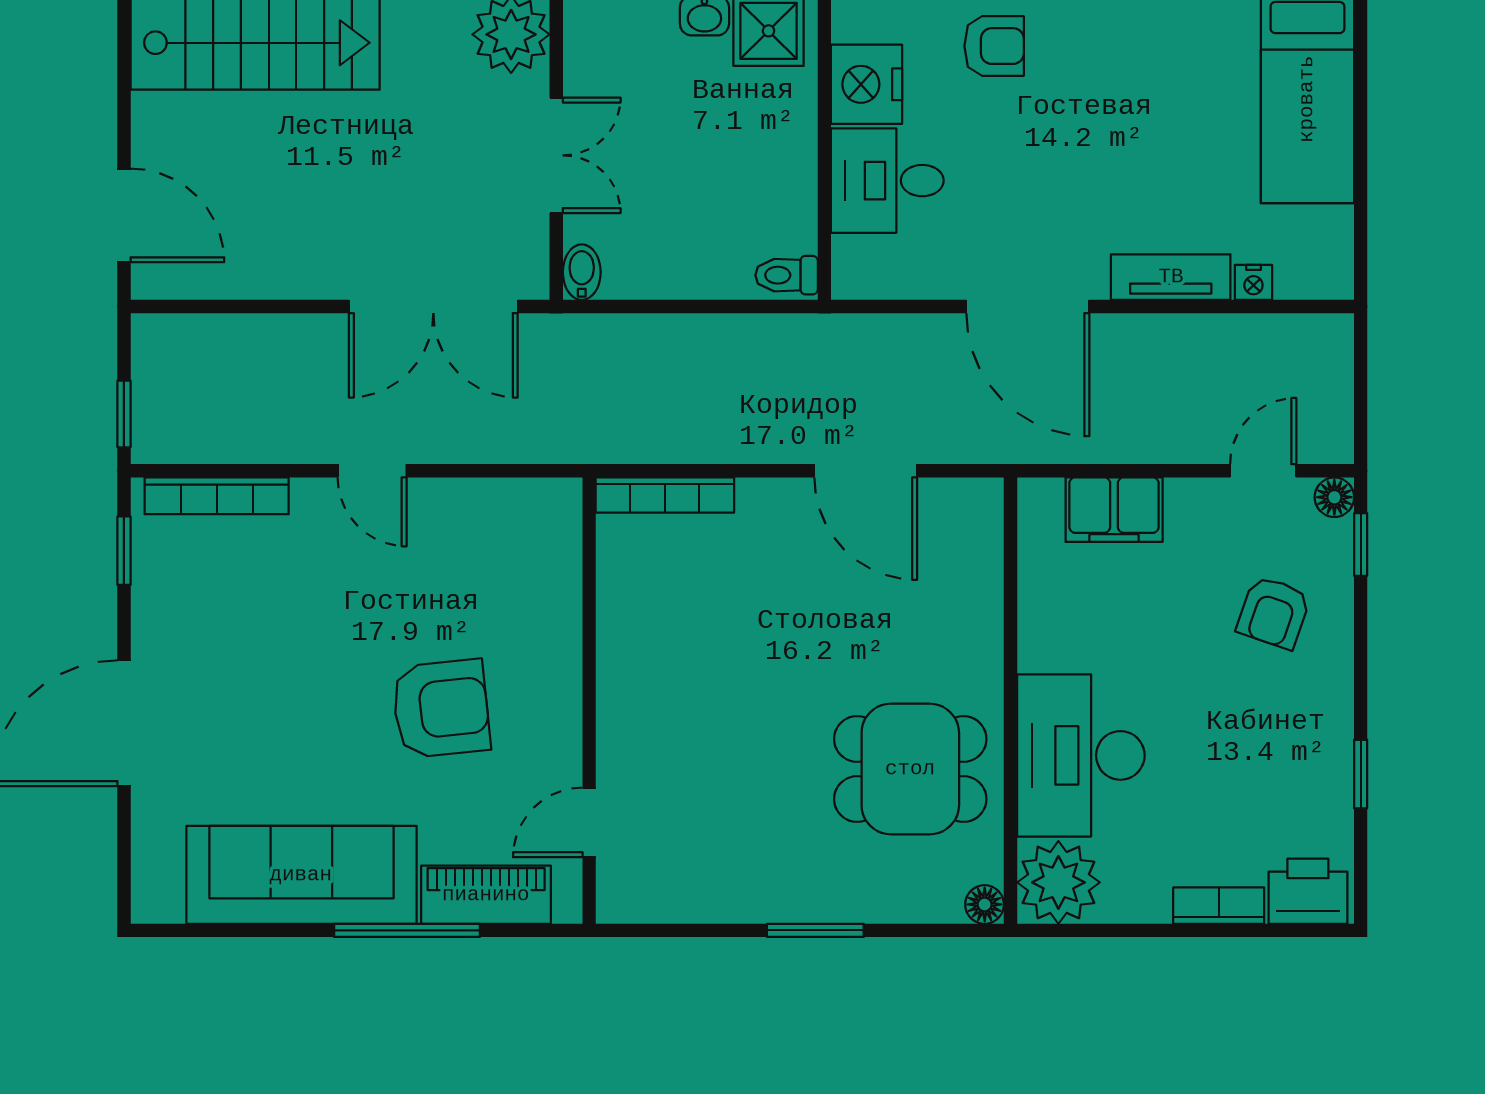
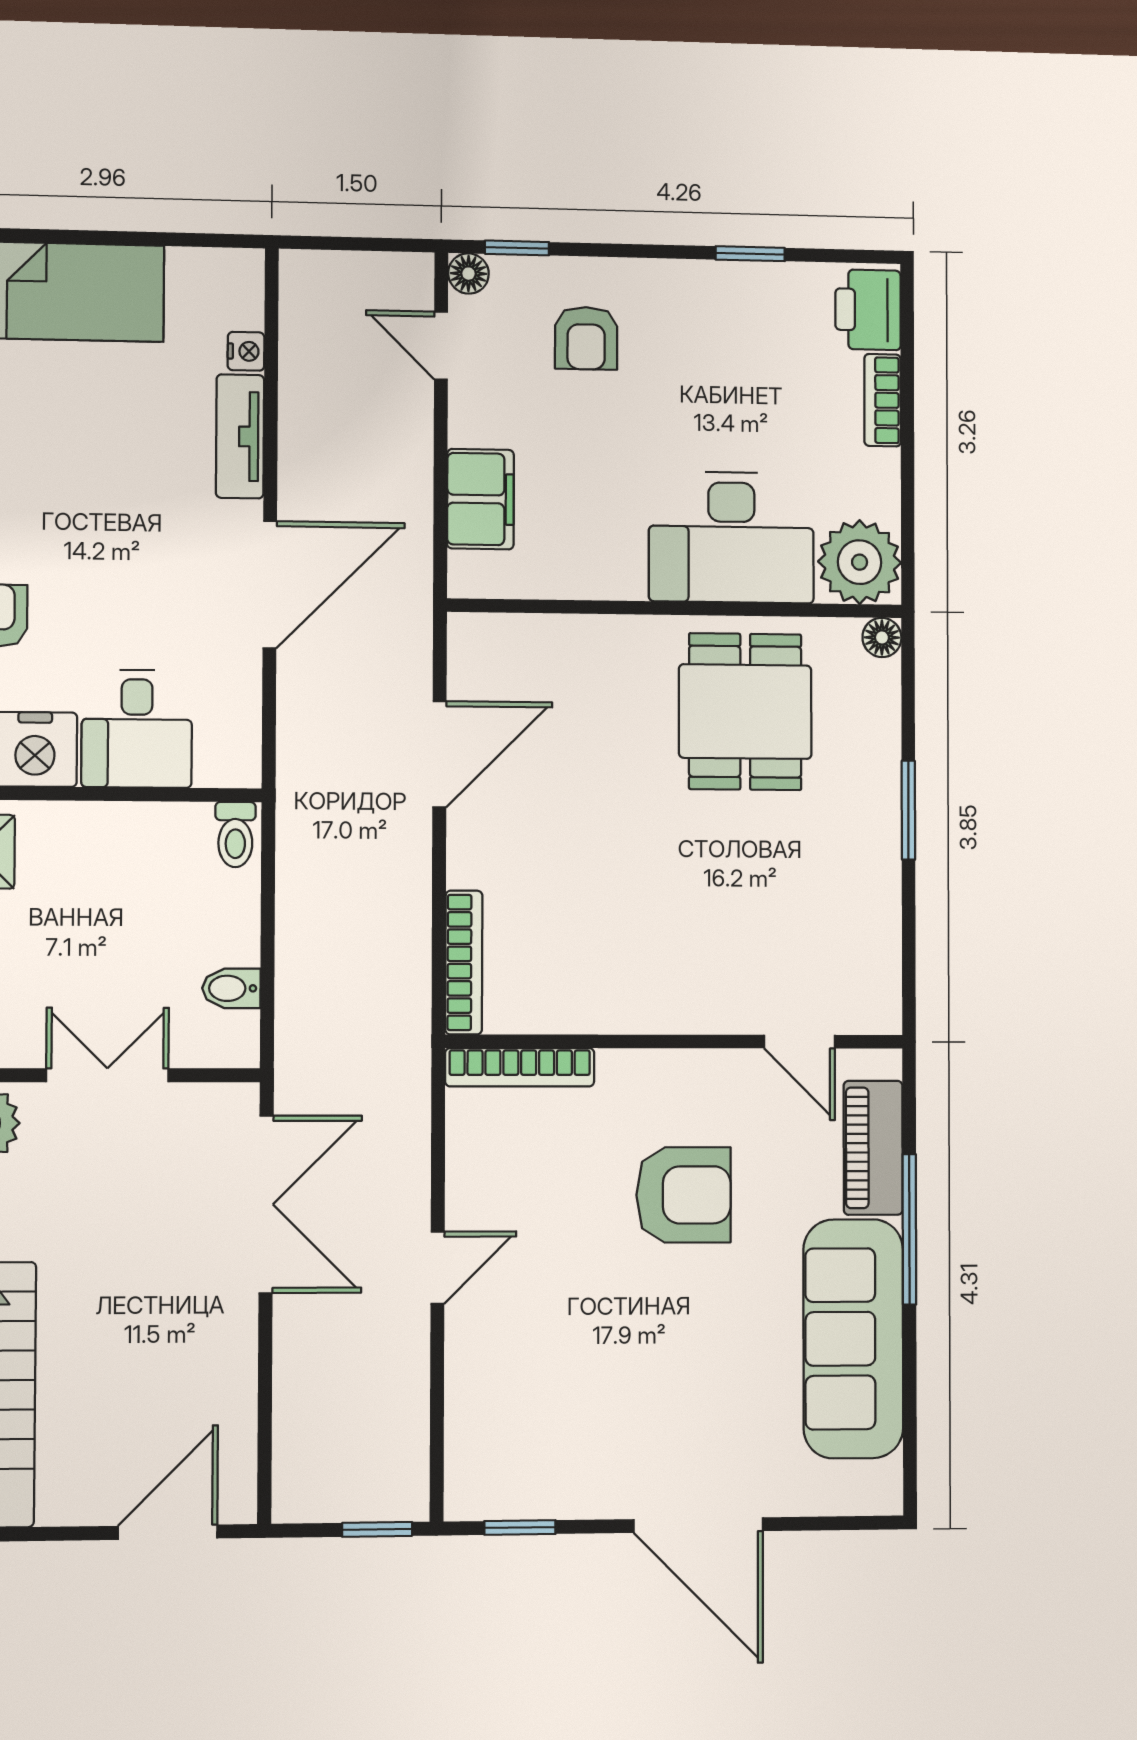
bidet: (582, 272) -> (231, 988), moved
bookcase: (217, 496) -> (520, 1067), moved, turned 90
armchair: (1274, 612) -> (586, 338), turned 71
armchair: (441, 709) -> (684, 1195), turned 96

